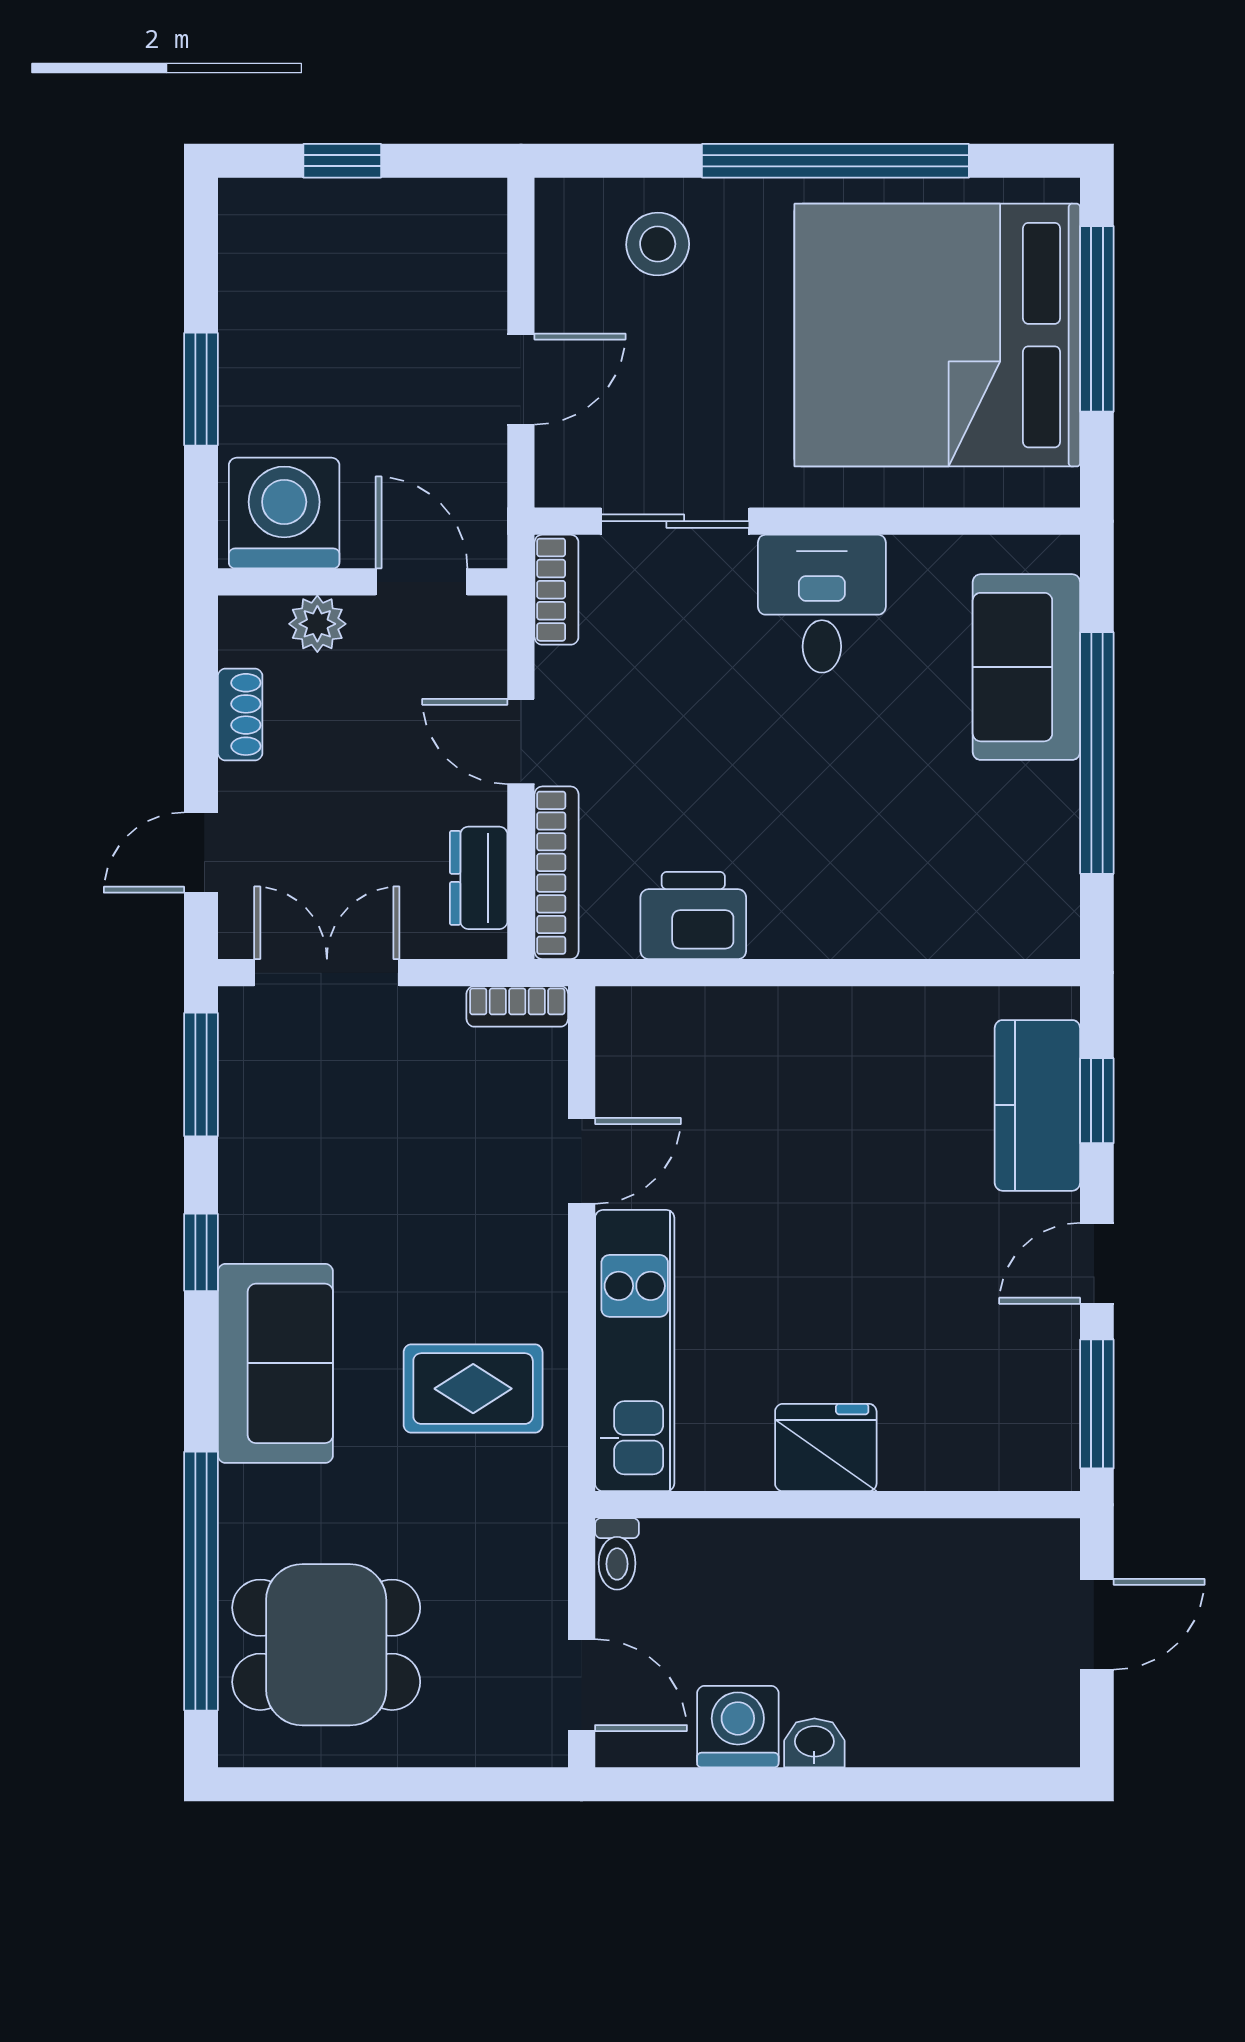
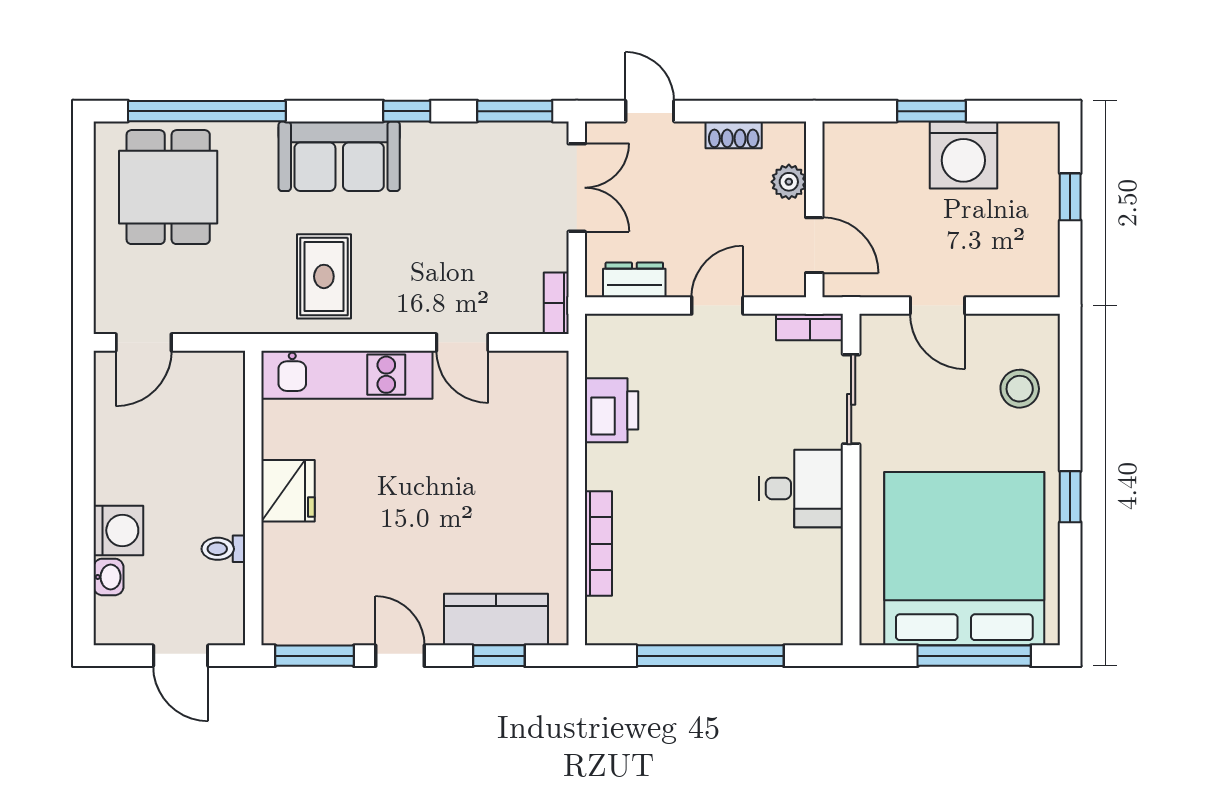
window: (835, 161) -> (1070, 497), width x0.32
washing machine: (284, 513) -> (963, 155), moved, turned 90
door: (421, 582) -> (814, 245), hinge flipped
sofa: (1026, 667) -> (762, 613), removed
bookcase: (557, 873) -> (598, 544), moved, turned -90
toilet: (617, 1554) -> (223, 549), moved
washing machine: (738, 1727) -> (118, 530), moved
washbasin: (814, 1743) -> (108, 577), moved

